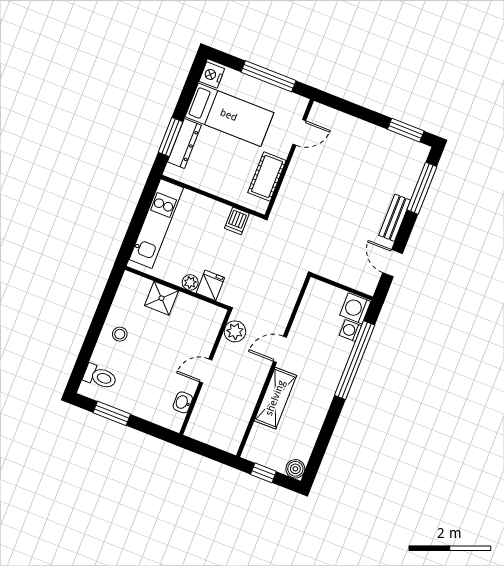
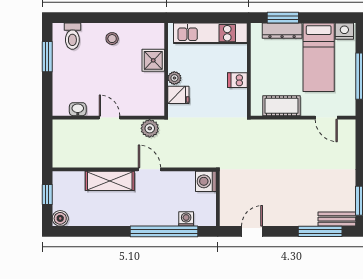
bench: (395, 218) -> (337, 219), moved
dishwasher: (237, 221) -> (237, 80), moved
washing machine: (355, 308) -> (206, 181), moved, turned -90

